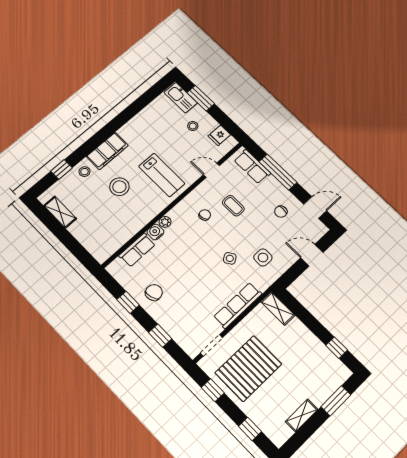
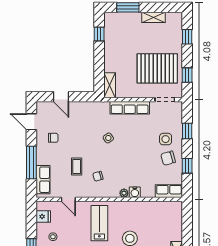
row of seats: (137, 250) -> (169, 191), moved
side table: (263, 257) -> (166, 139), moved

